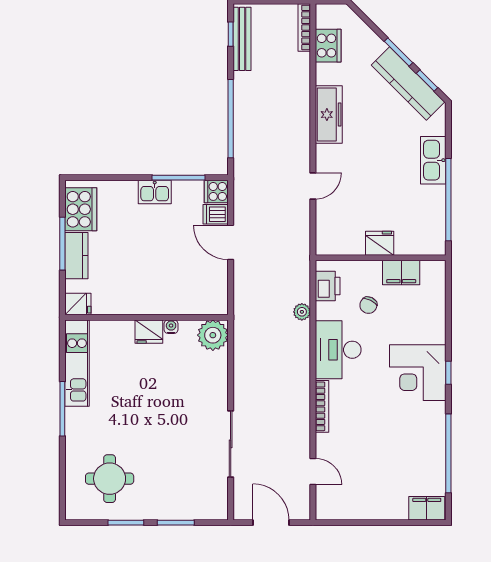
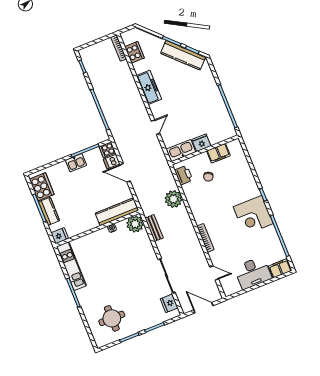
bench: (242, 39) -> (154, 228), moved, width x0.73
kitchen sink: (433, 160) -> (181, 151), moved, turned 90
kitchen counter: (190, 302) -> (117, 212), added
plant: (302, 312) -> (174, 199), width x1.88, depth x1.88
fridge: (149, 332) -> (169, 303), moved, turned 90
desk: (338, 350) -> (253, 273), moved, turned -90
corner desk: (418, 373) -> (253, 215), moved

